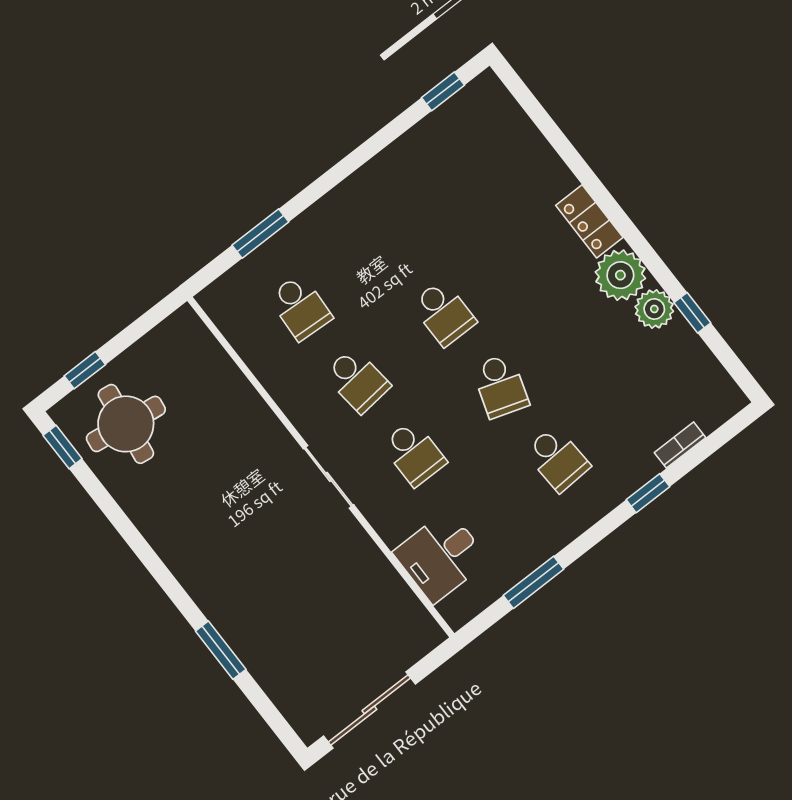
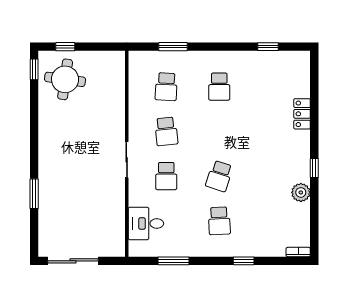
window: (443, 91) -> (268, 47), moved
locker: (589, 221) -> (302, 114), moved
plant: (620, 275) -> (298, 169), removed
school desk: (444, 313) -> (219, 87), moved
window: (692, 313) -> (314, 168), moved
bookcase: (680, 445) -> (298, 252), moved

